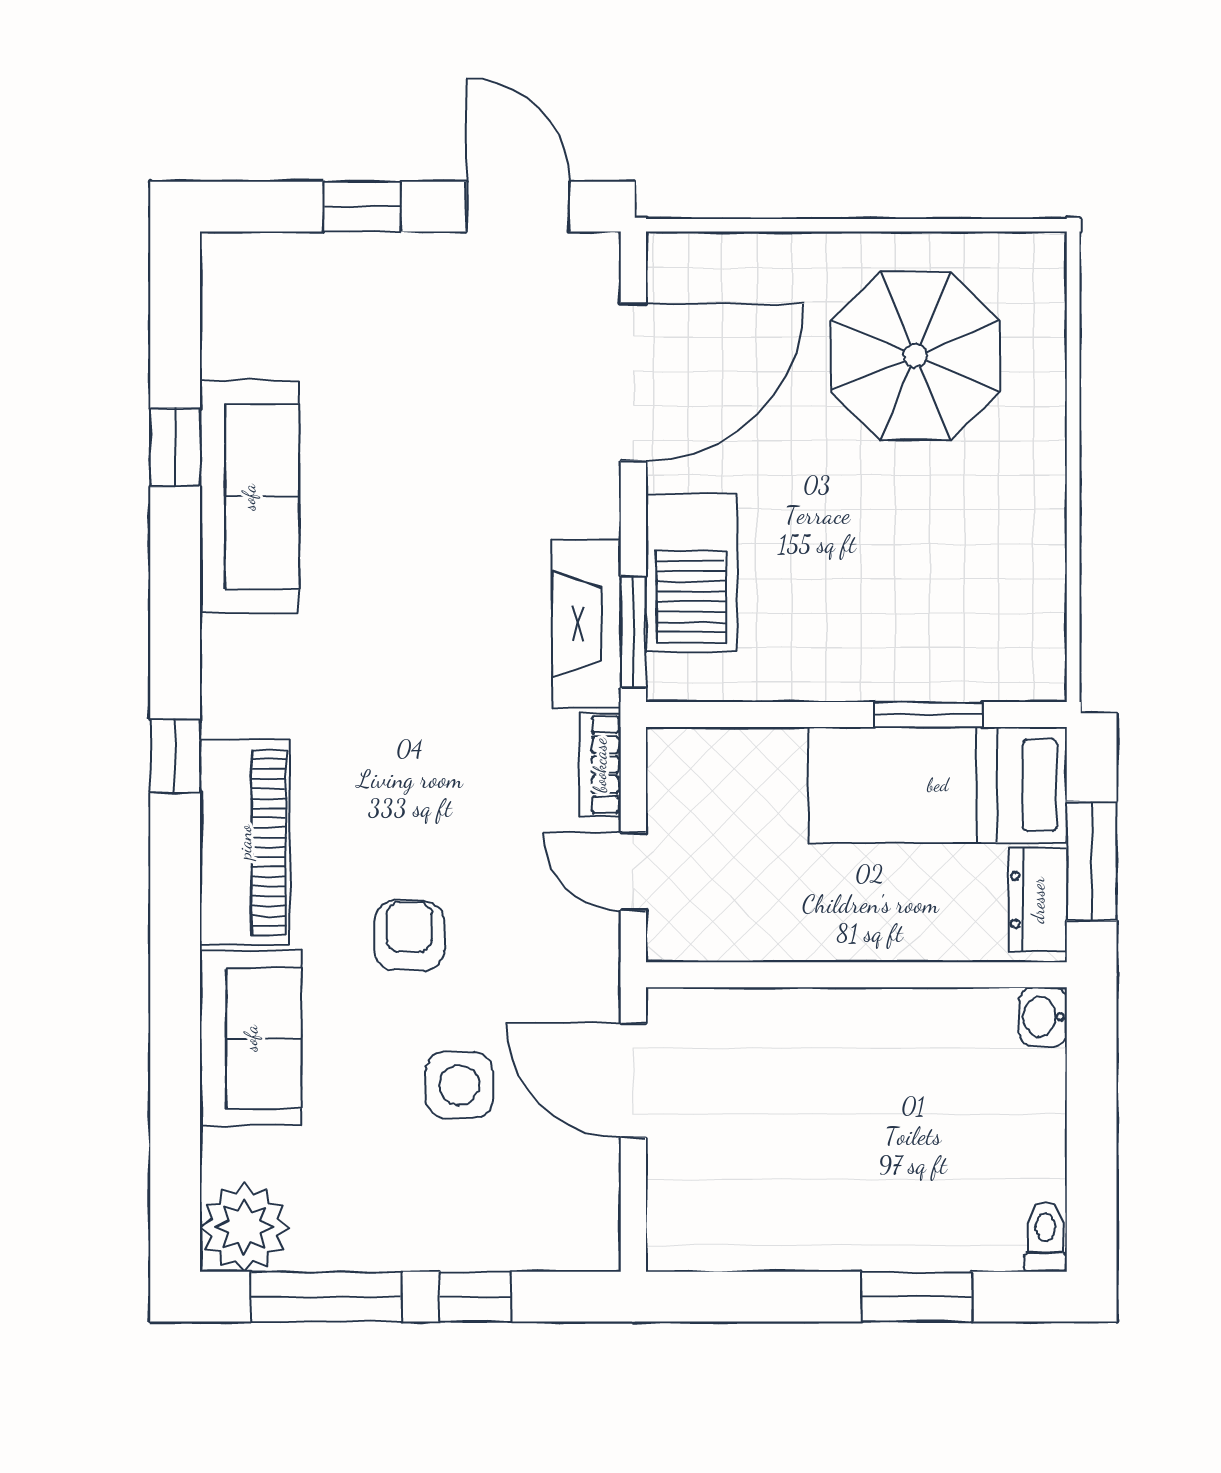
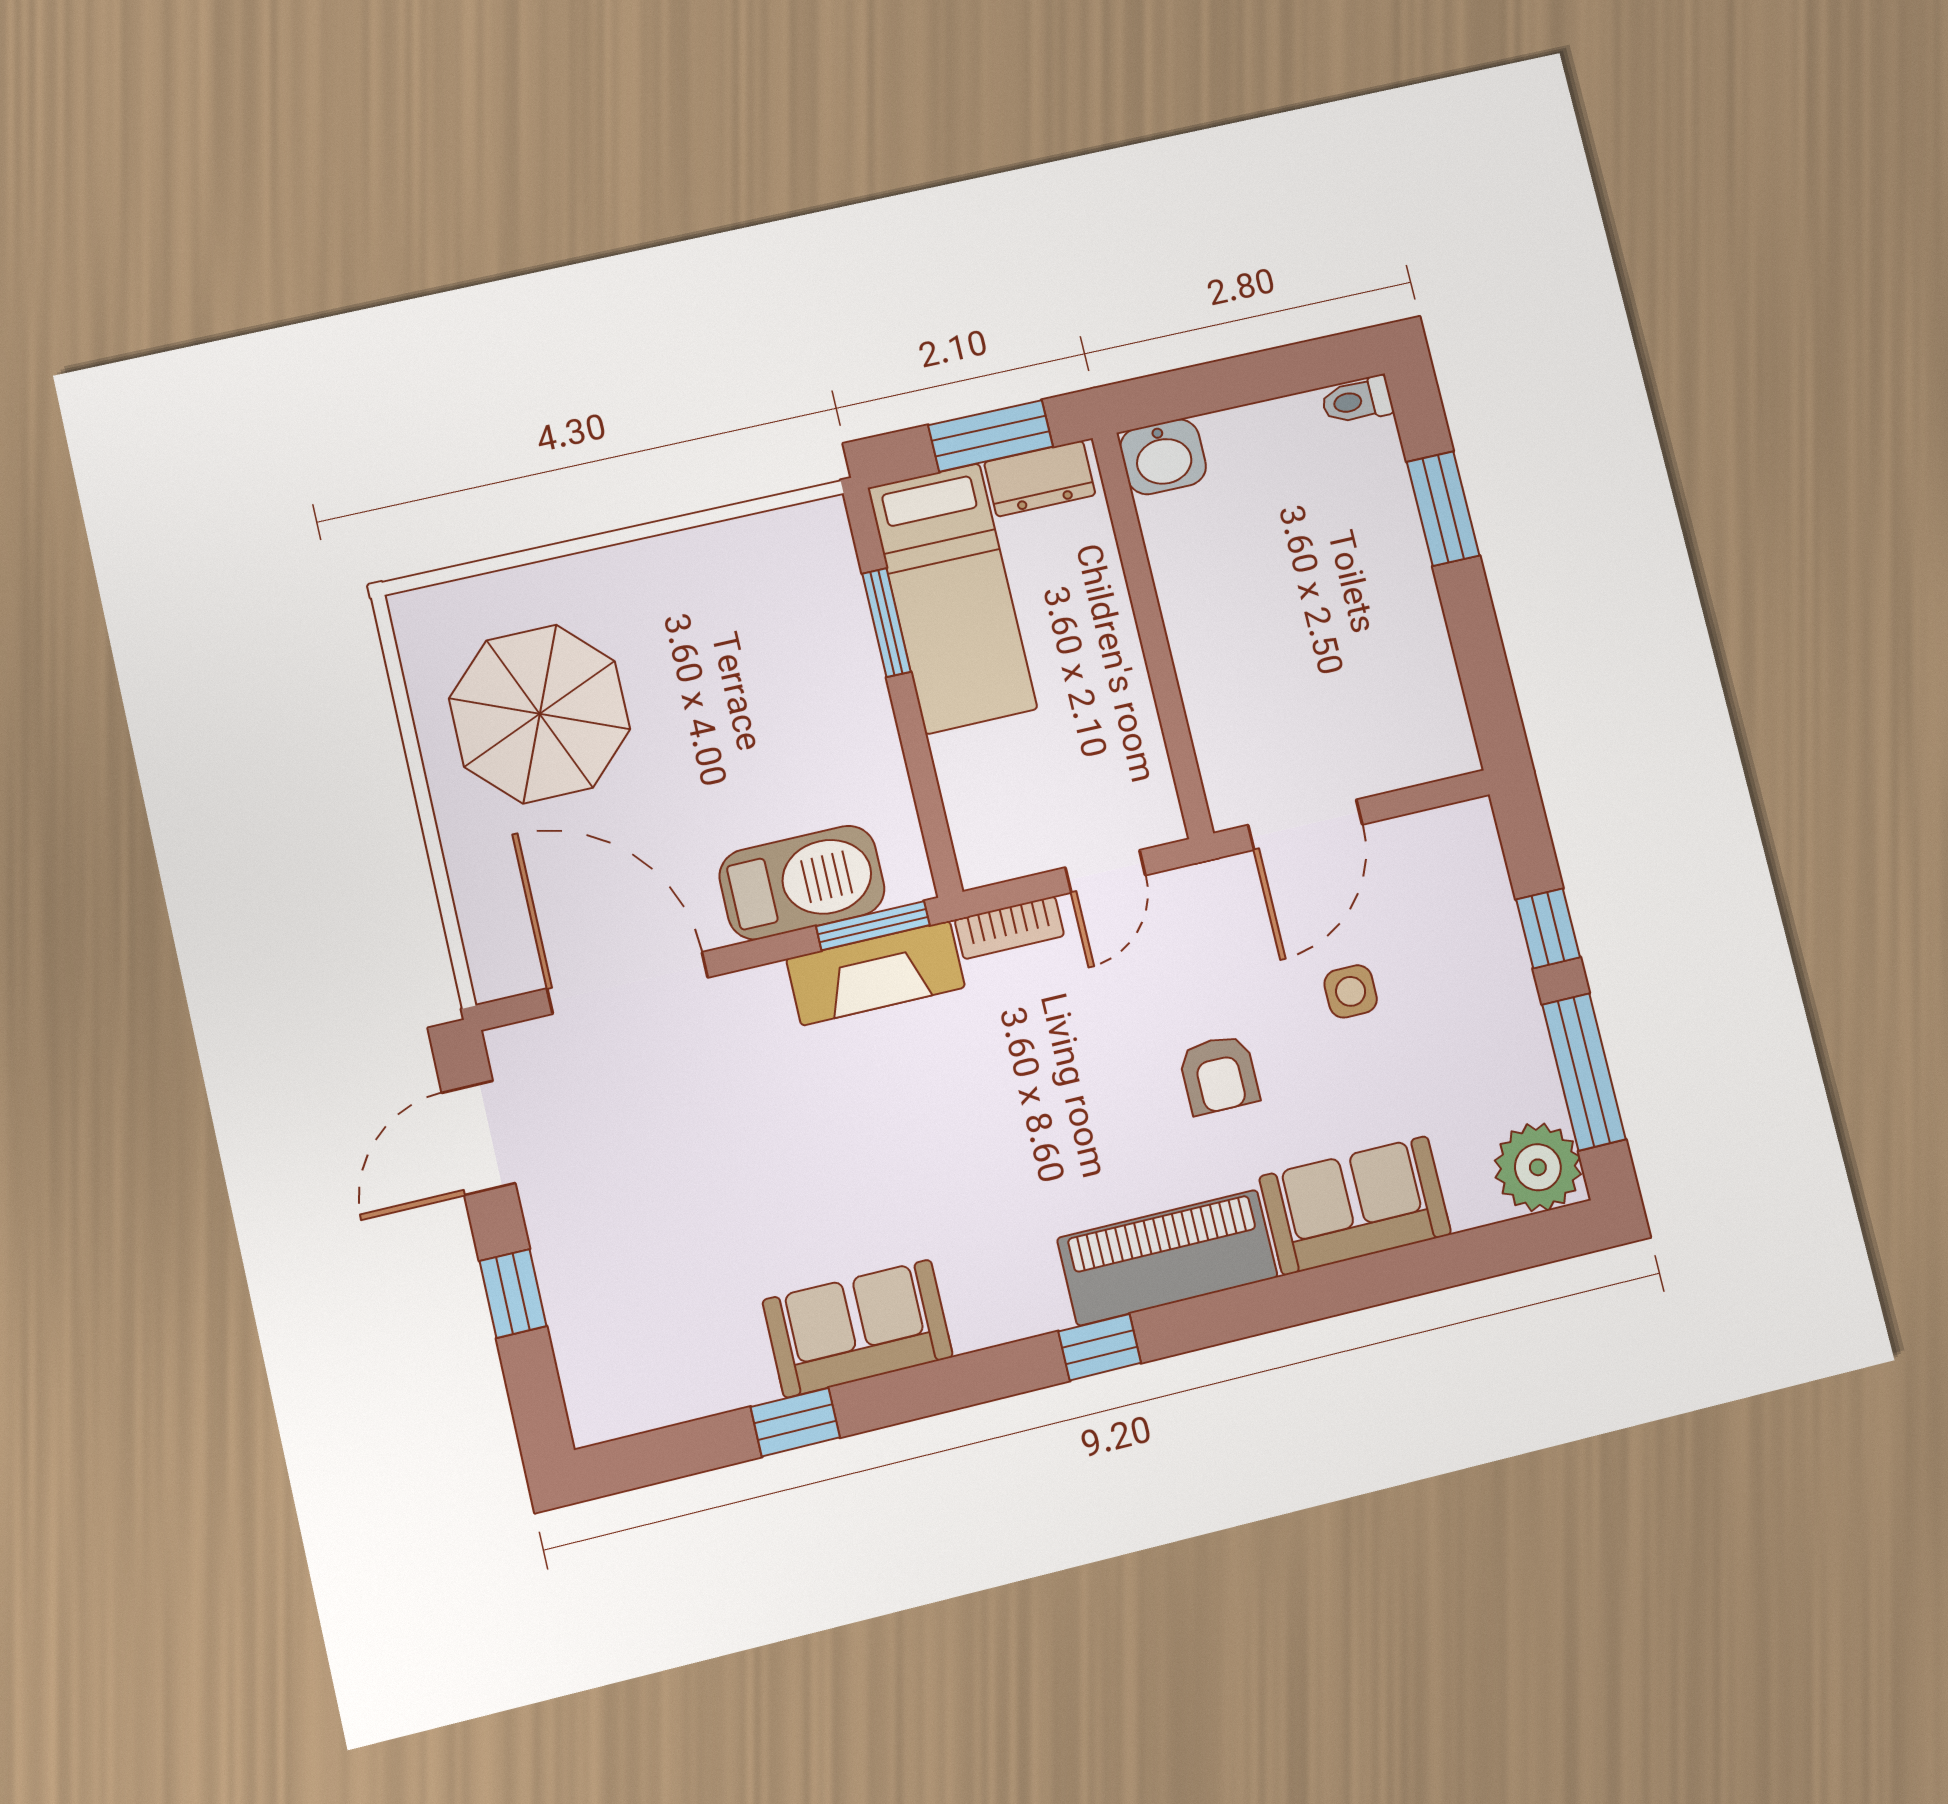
sofa: (249, 497) -> (858, 1329), width x0.73
armchair: (409, 935) -> (1219, 1075), turned -90
washbasin: (1043, 1017) -> (1163, 457), width x1.38, depth x1.45
side table: (459, 1085) -> (1351, 991), width x0.73, depth x0.73

